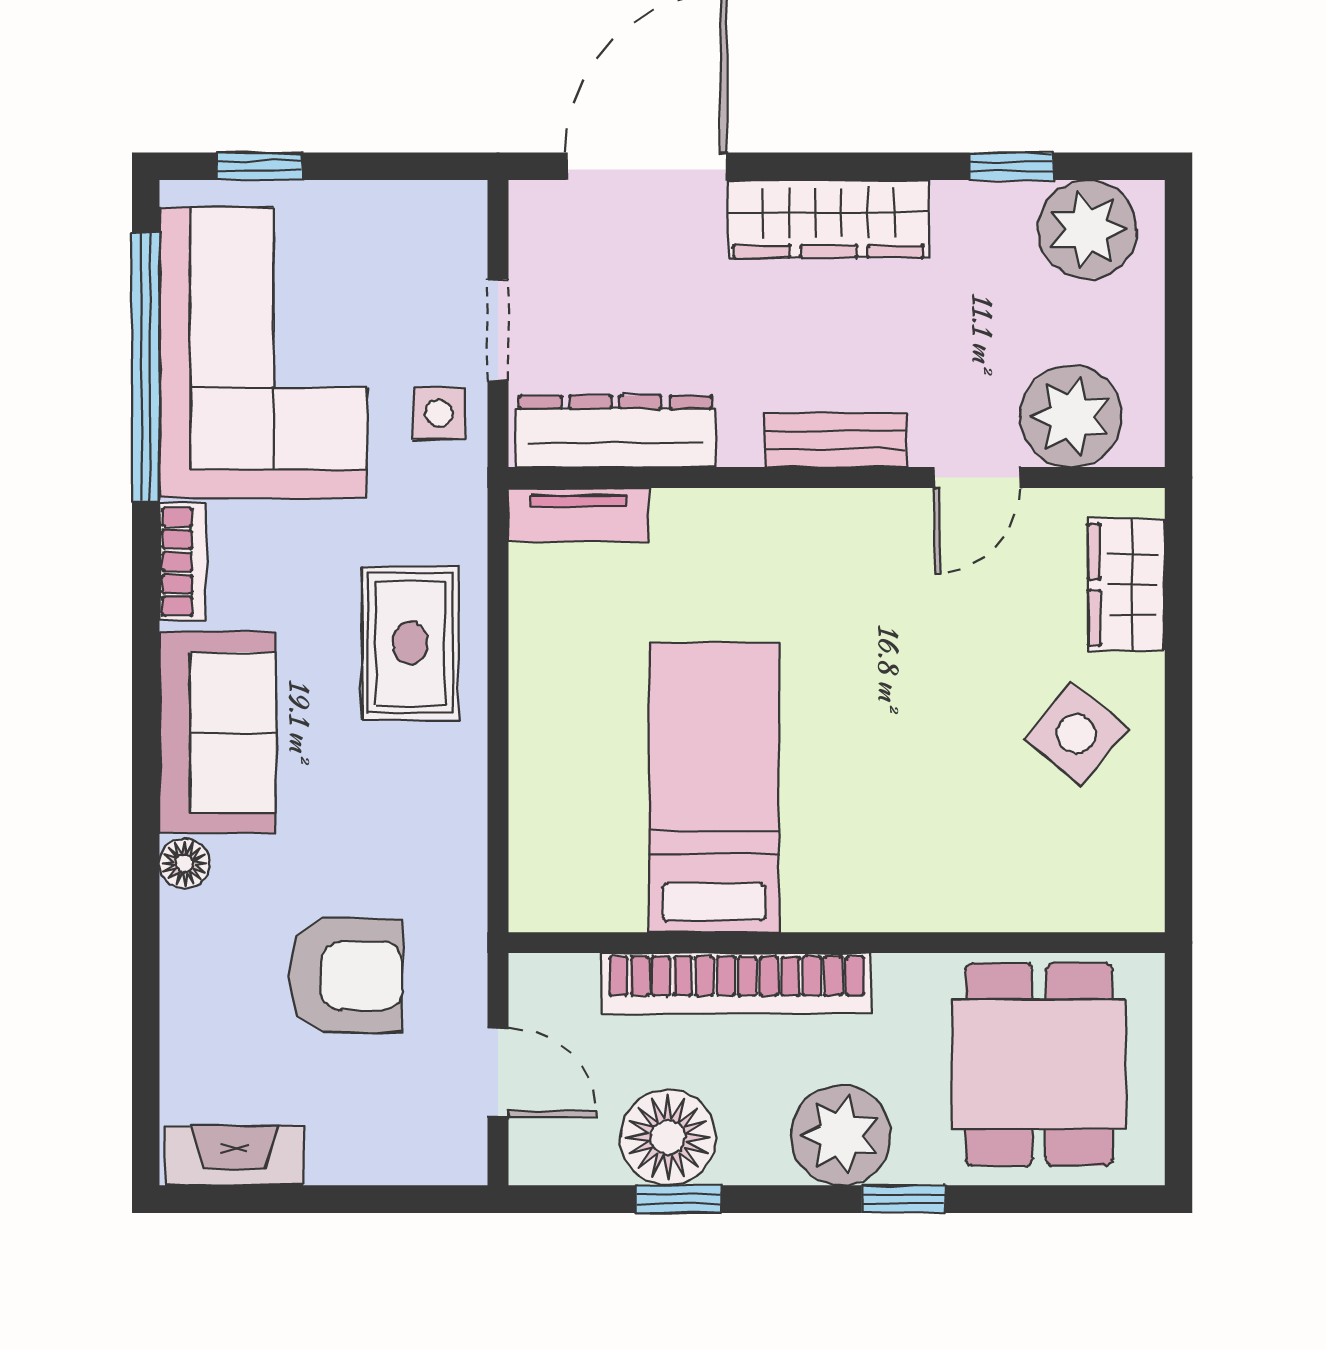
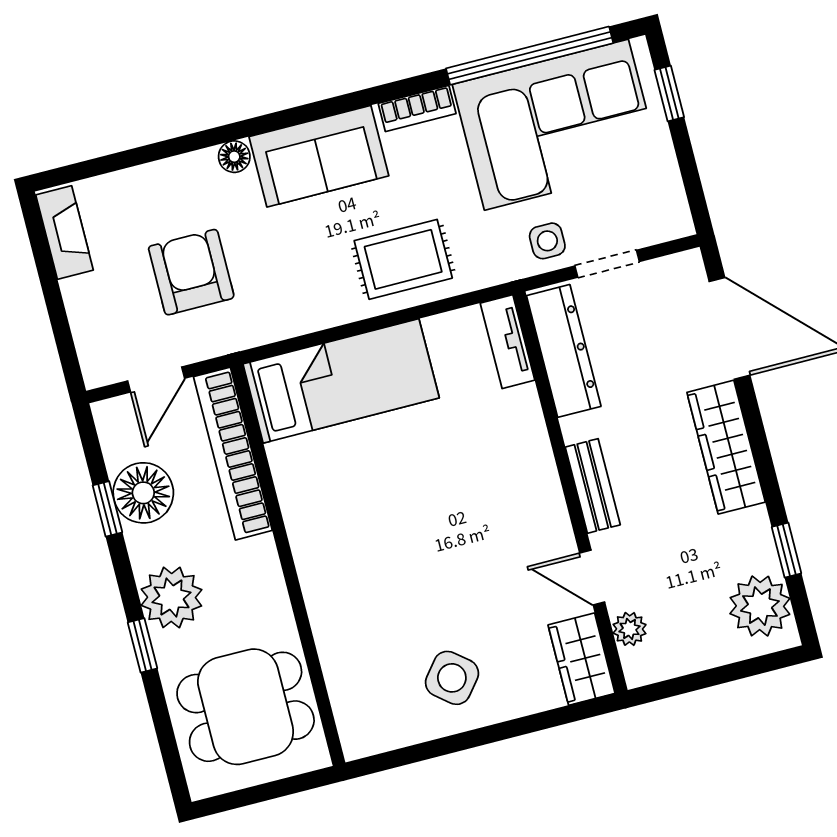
plant: (1071, 416) -> (630, 629), width x0.53, depth x0.53
wardrobe: (1127, 585) -> (582, 659), moved, turned -90
bed: (714, 787) -> (341, 381), moved
armchair: (346, 976) -> (191, 272), turned 180
bookcase: (737, 983) -> (233, 454), moved

